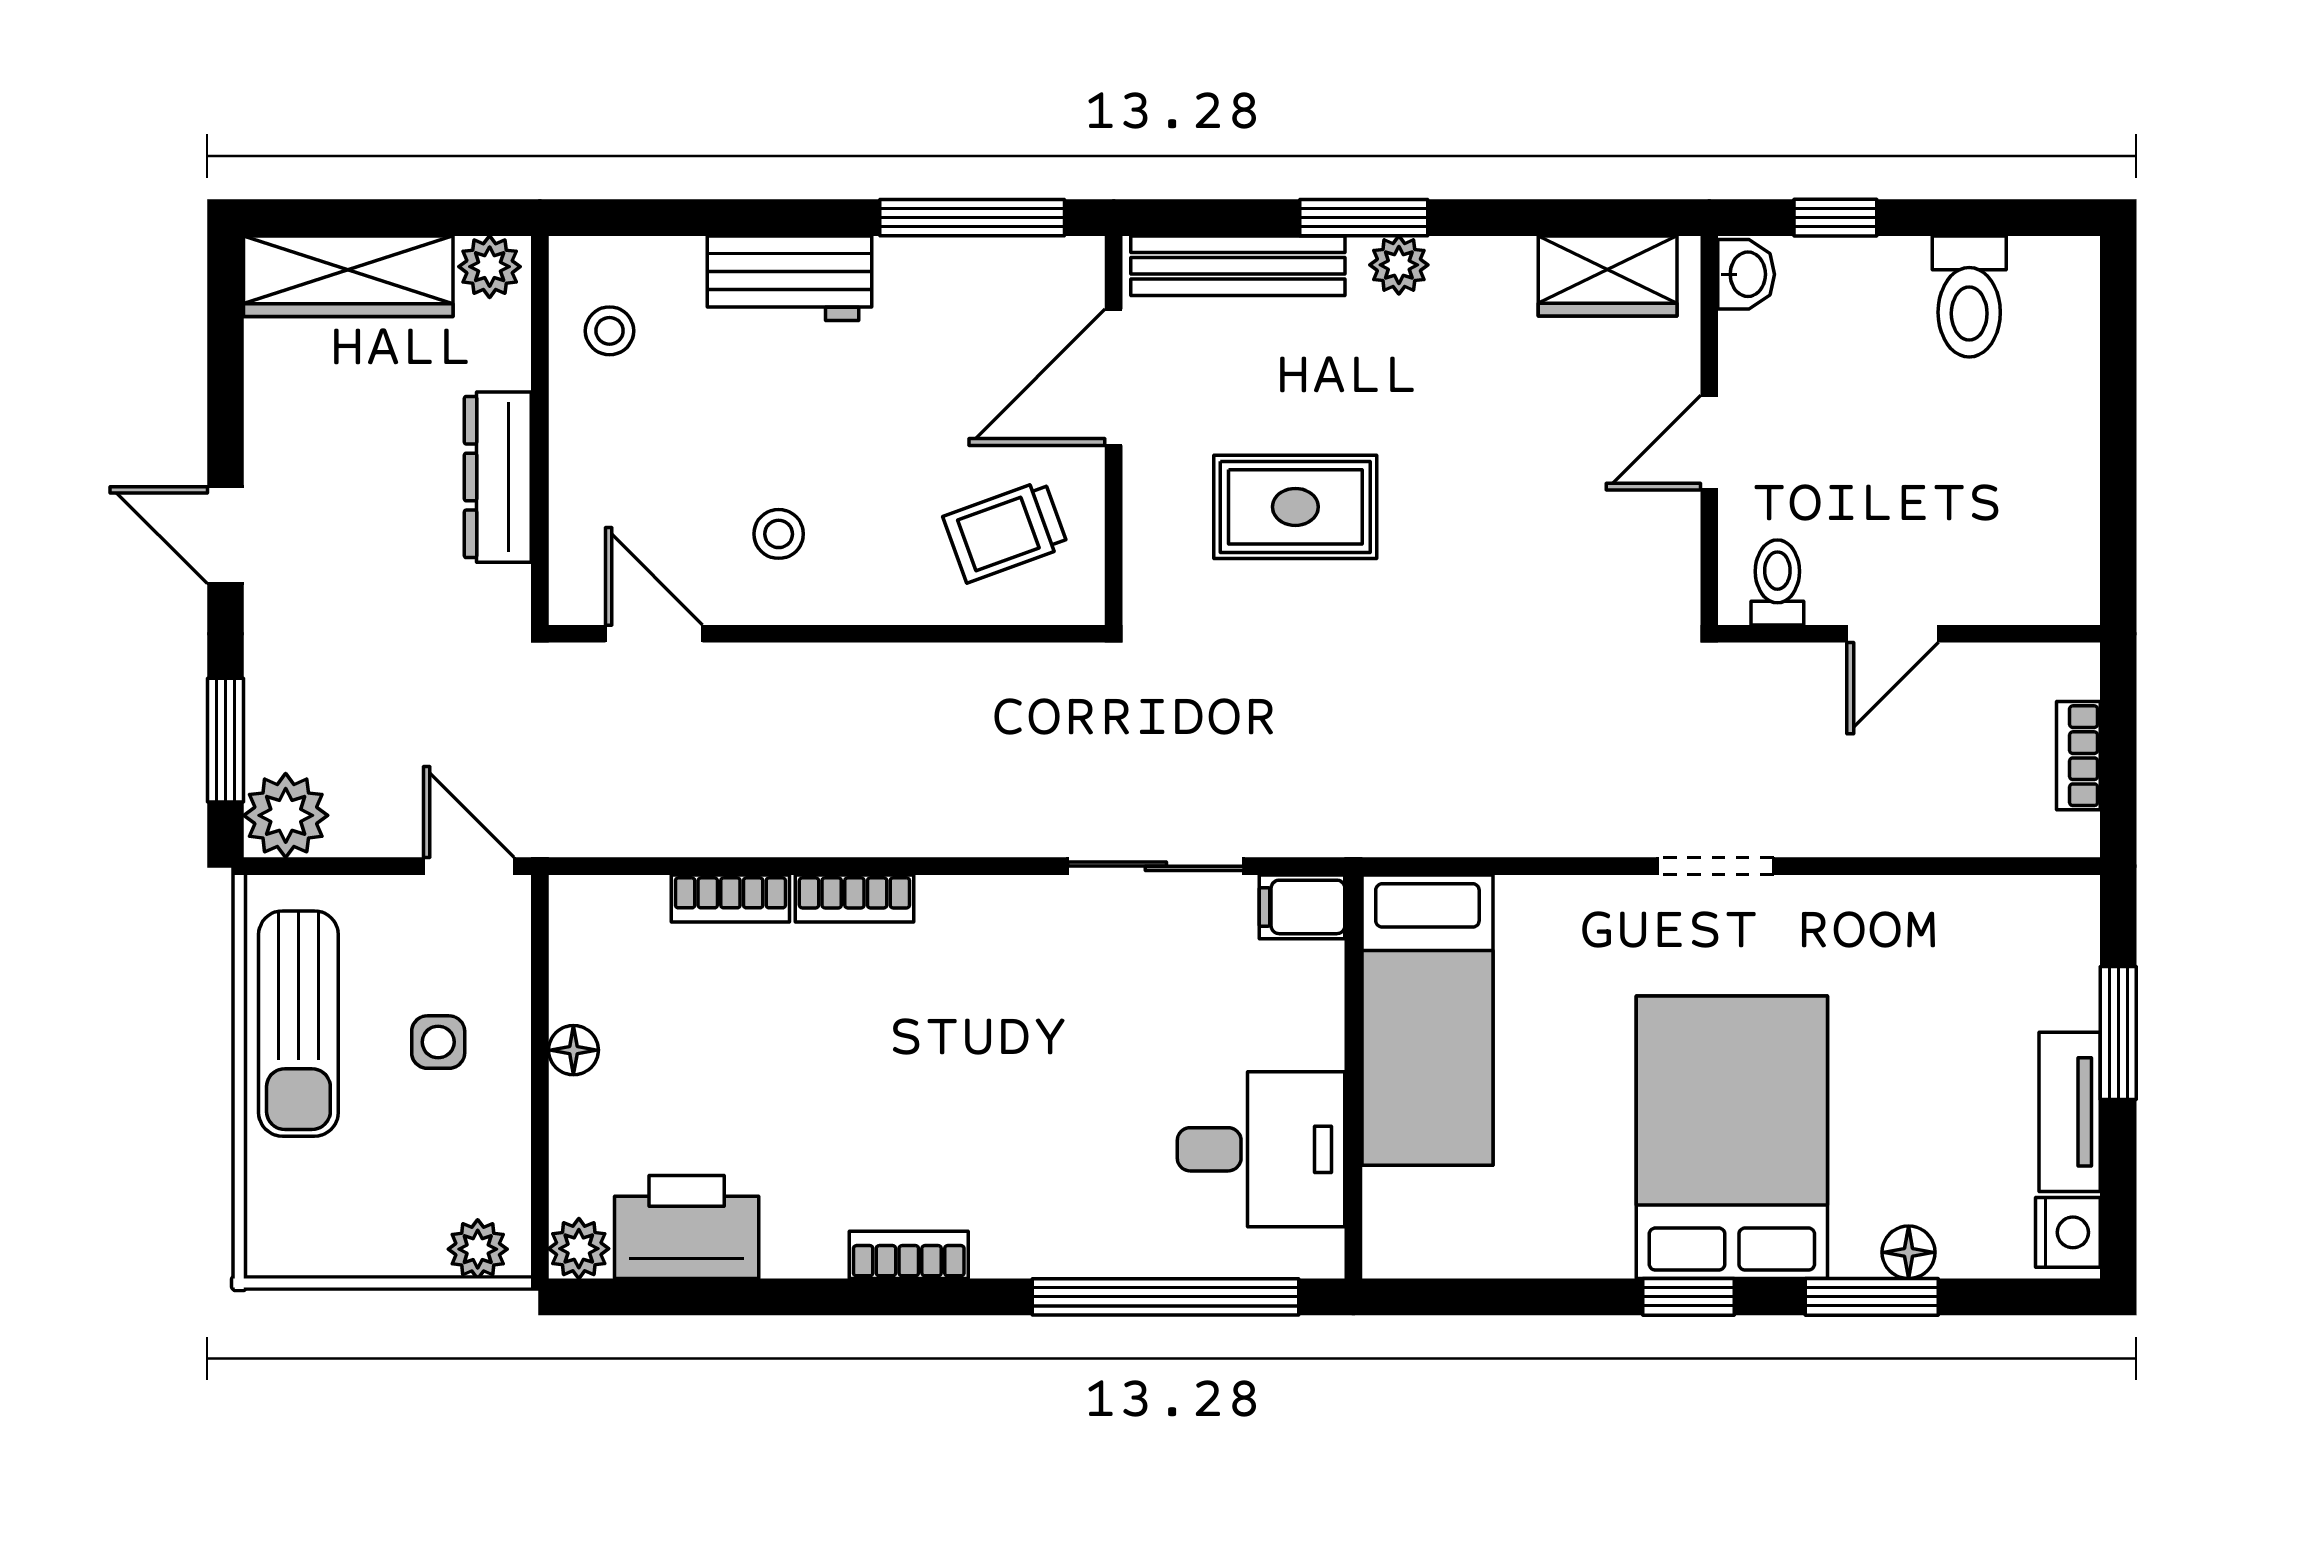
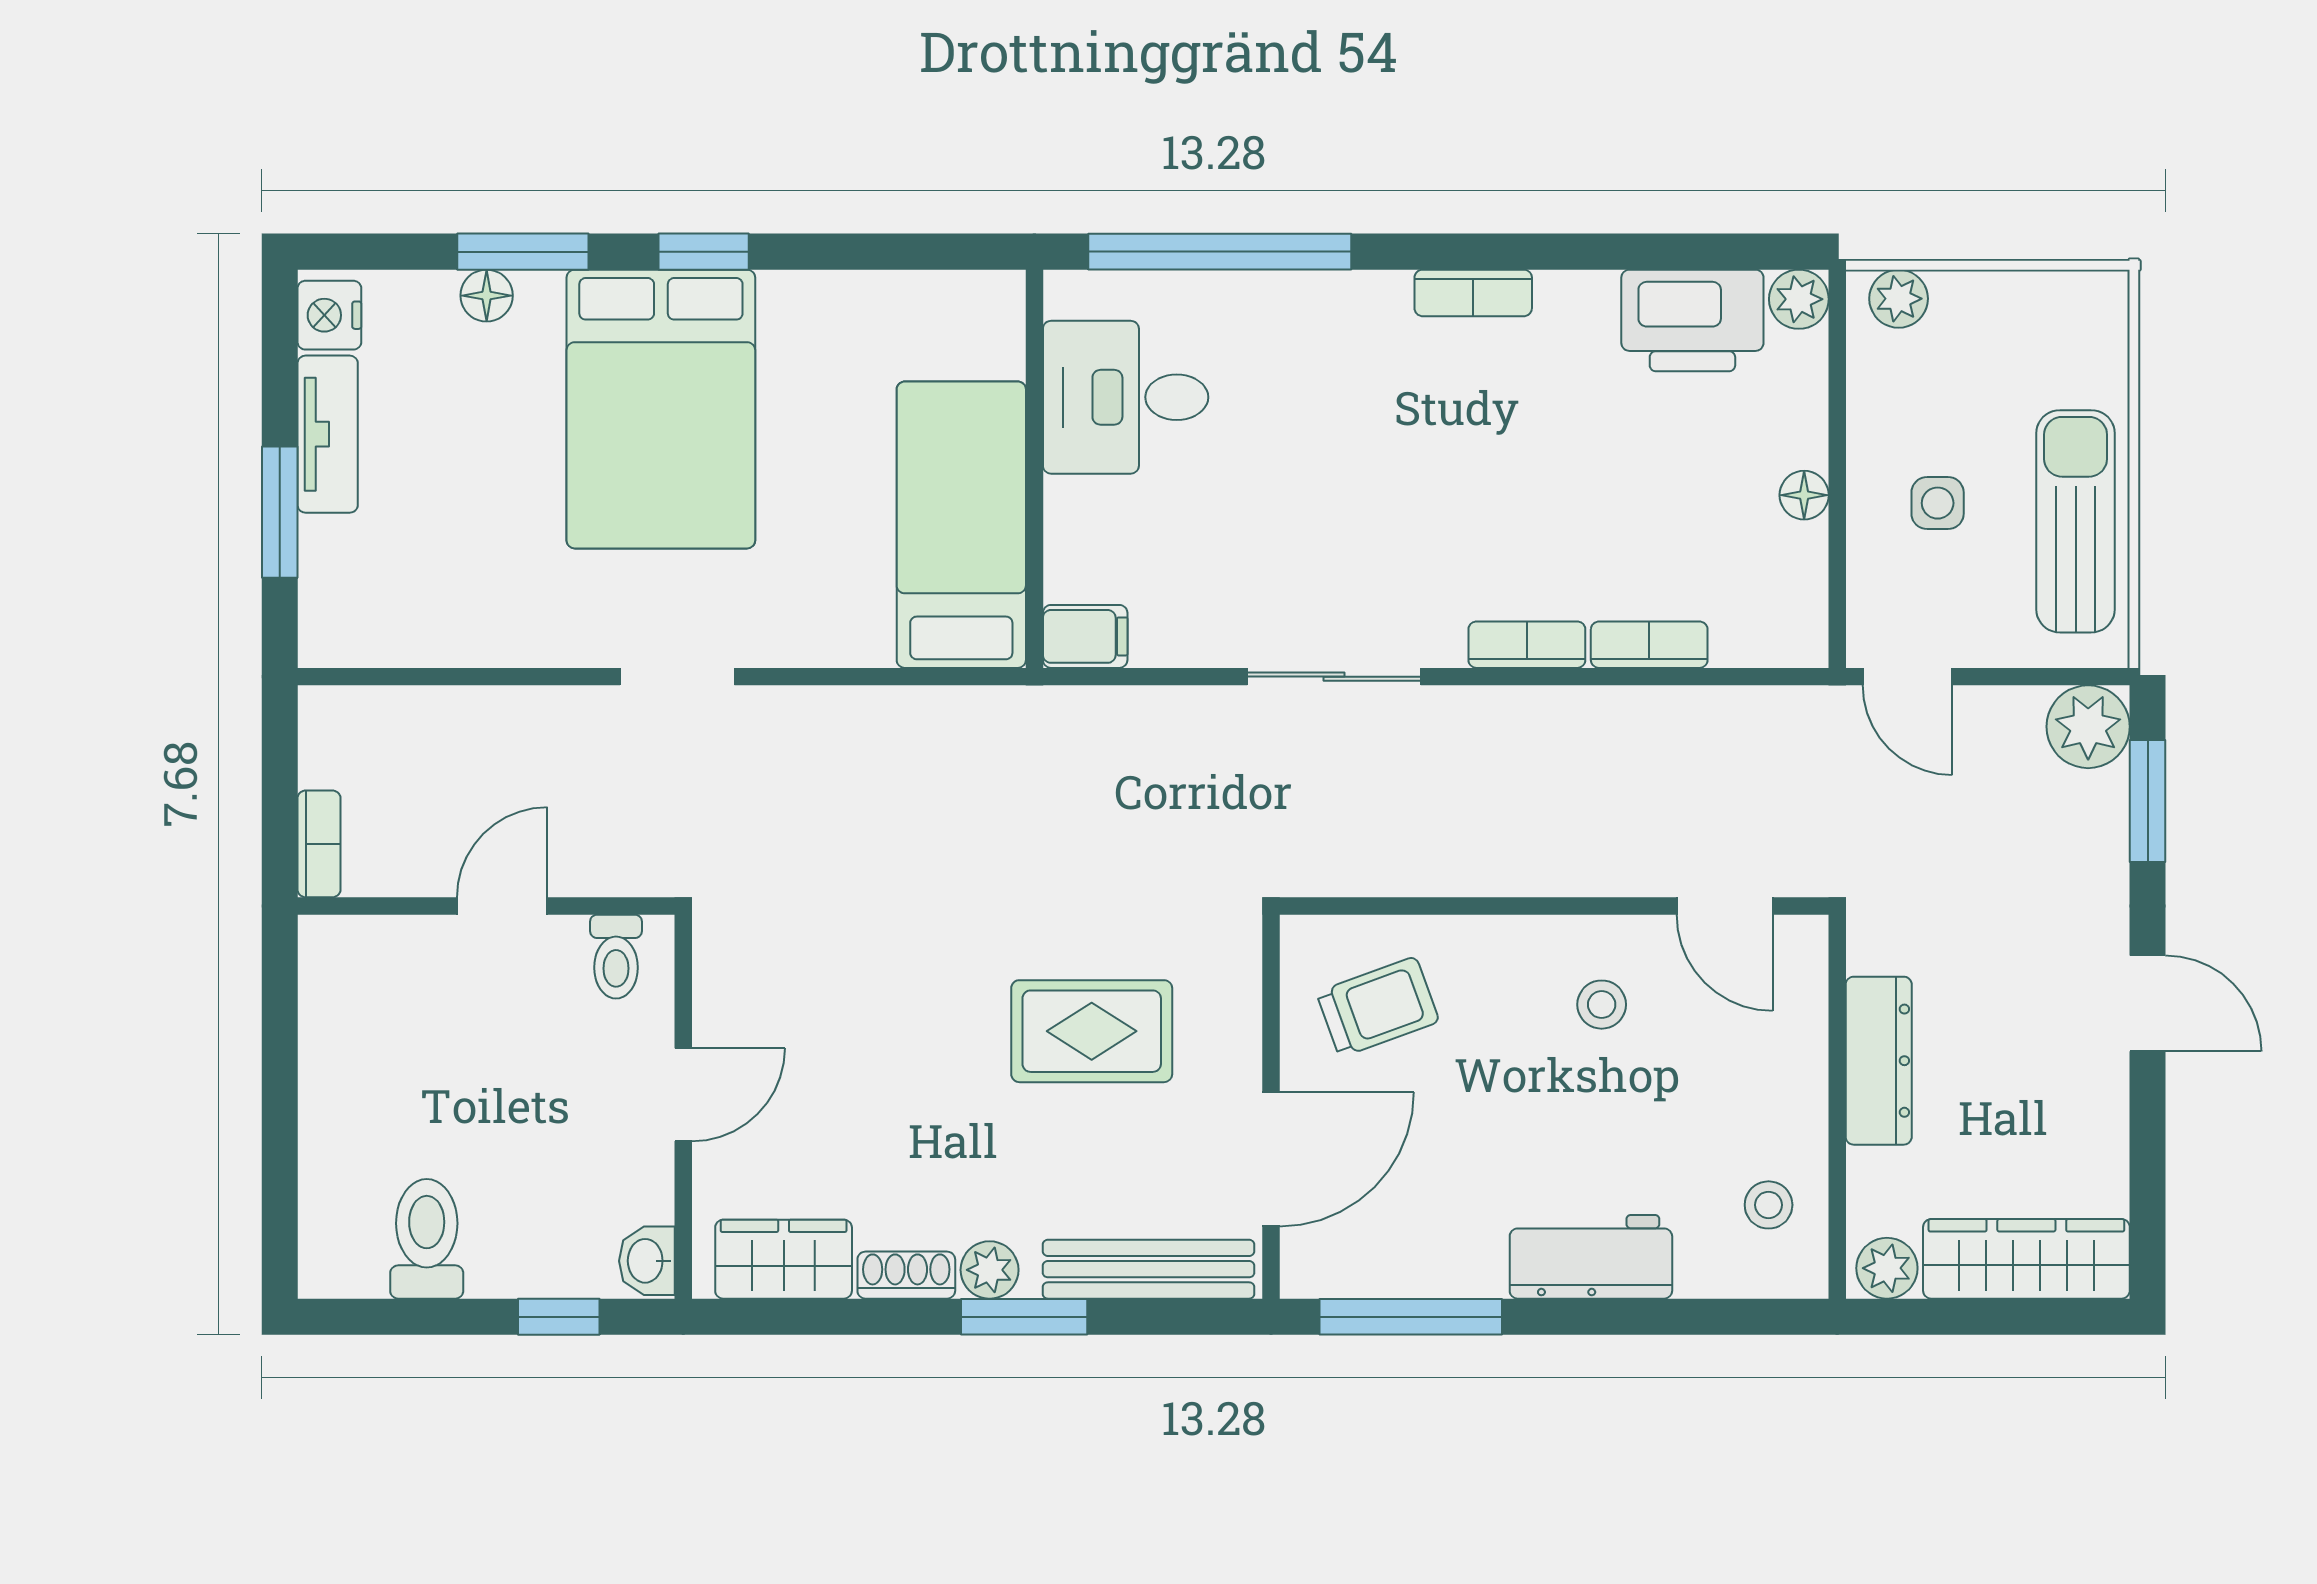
shoe rack: (1483, 260) -> (906, 1275), added
bookcase: (2078, 756) -> (319, 844), moved
sliding door: (1156, 866) -> (1334, 677), moved

